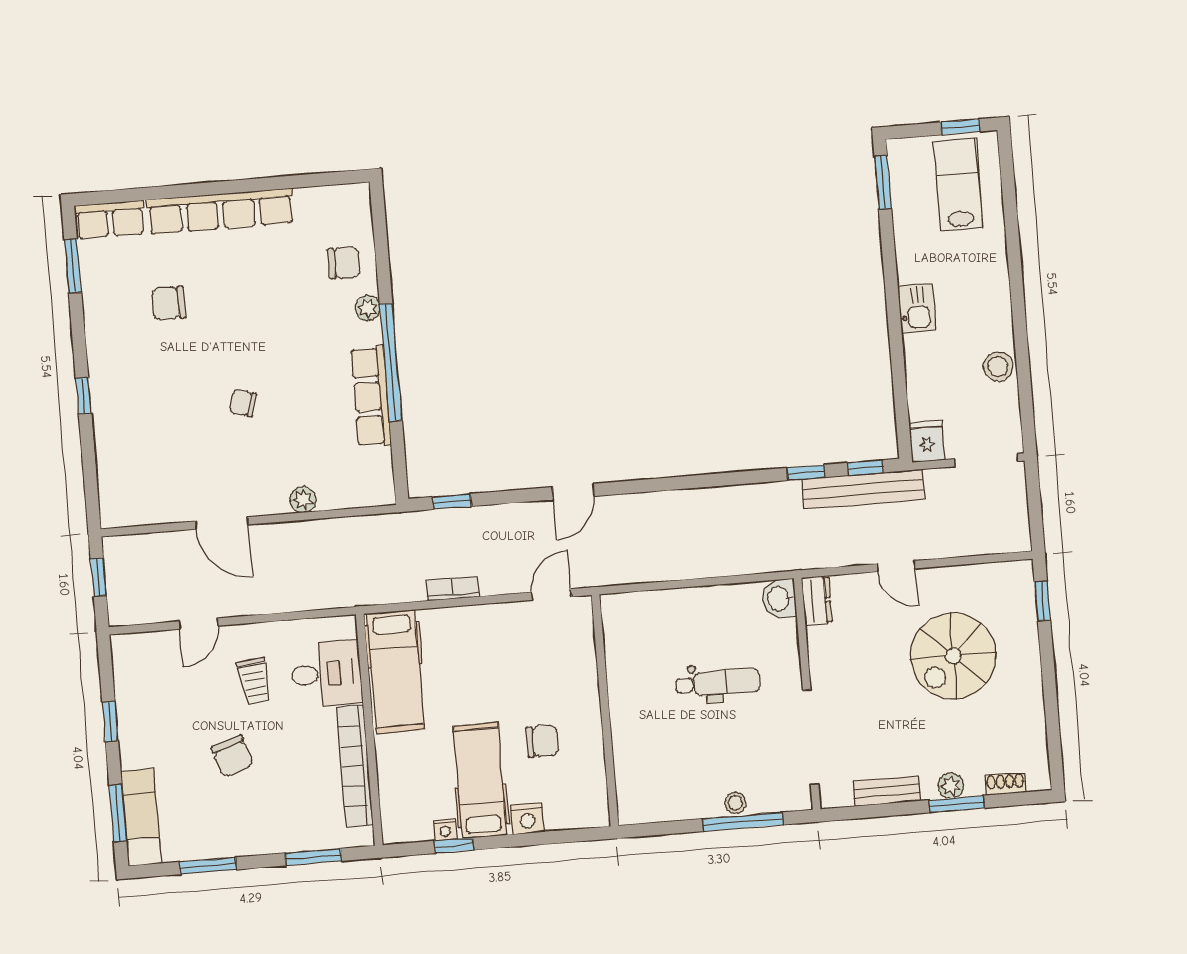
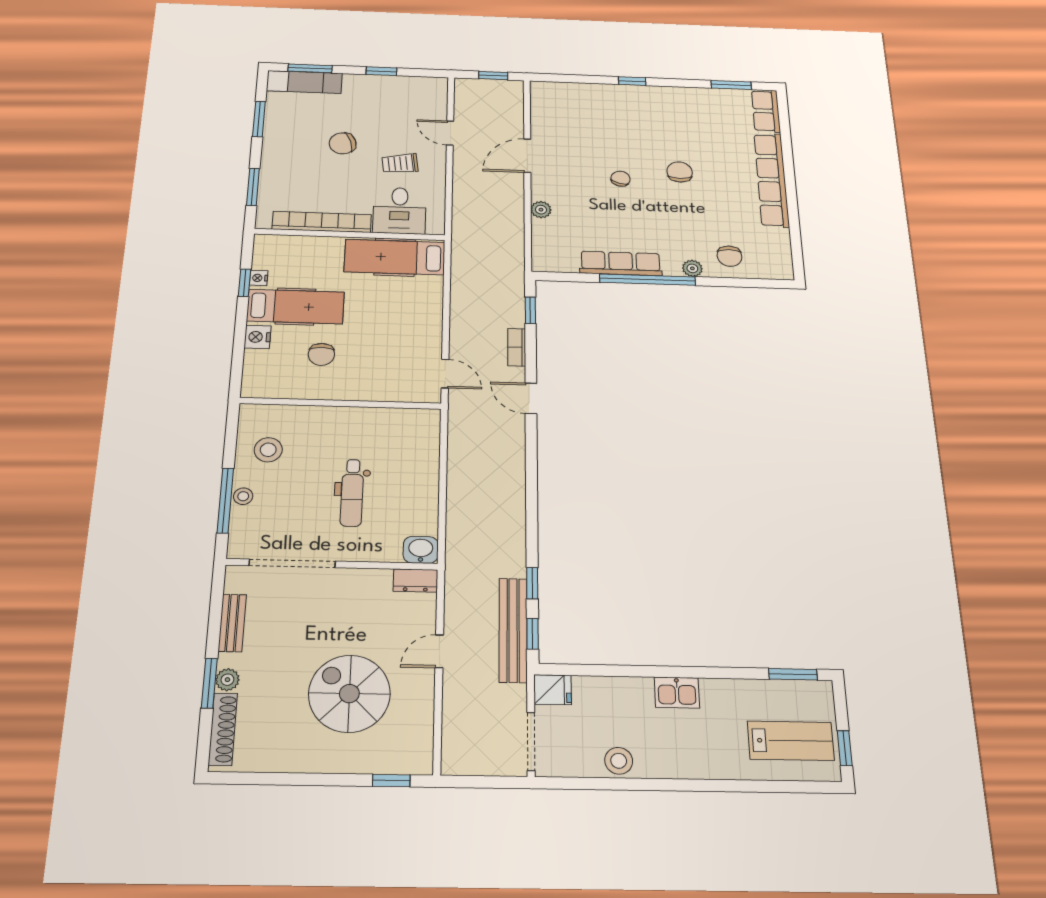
chair: (169, 303) -> (680, 172), moved
bookcase: (453, 589) -> (517, 347), moved, turned 180
stool: (674, 784) -> (268, 450), added
shoe rack: (1005, 784) -> (223, 729), width x1.94, depth x1.24

